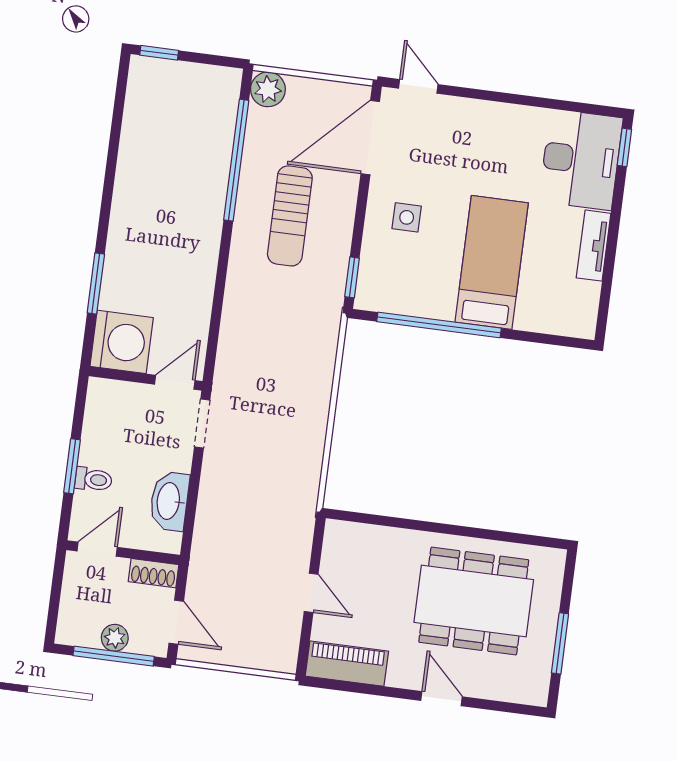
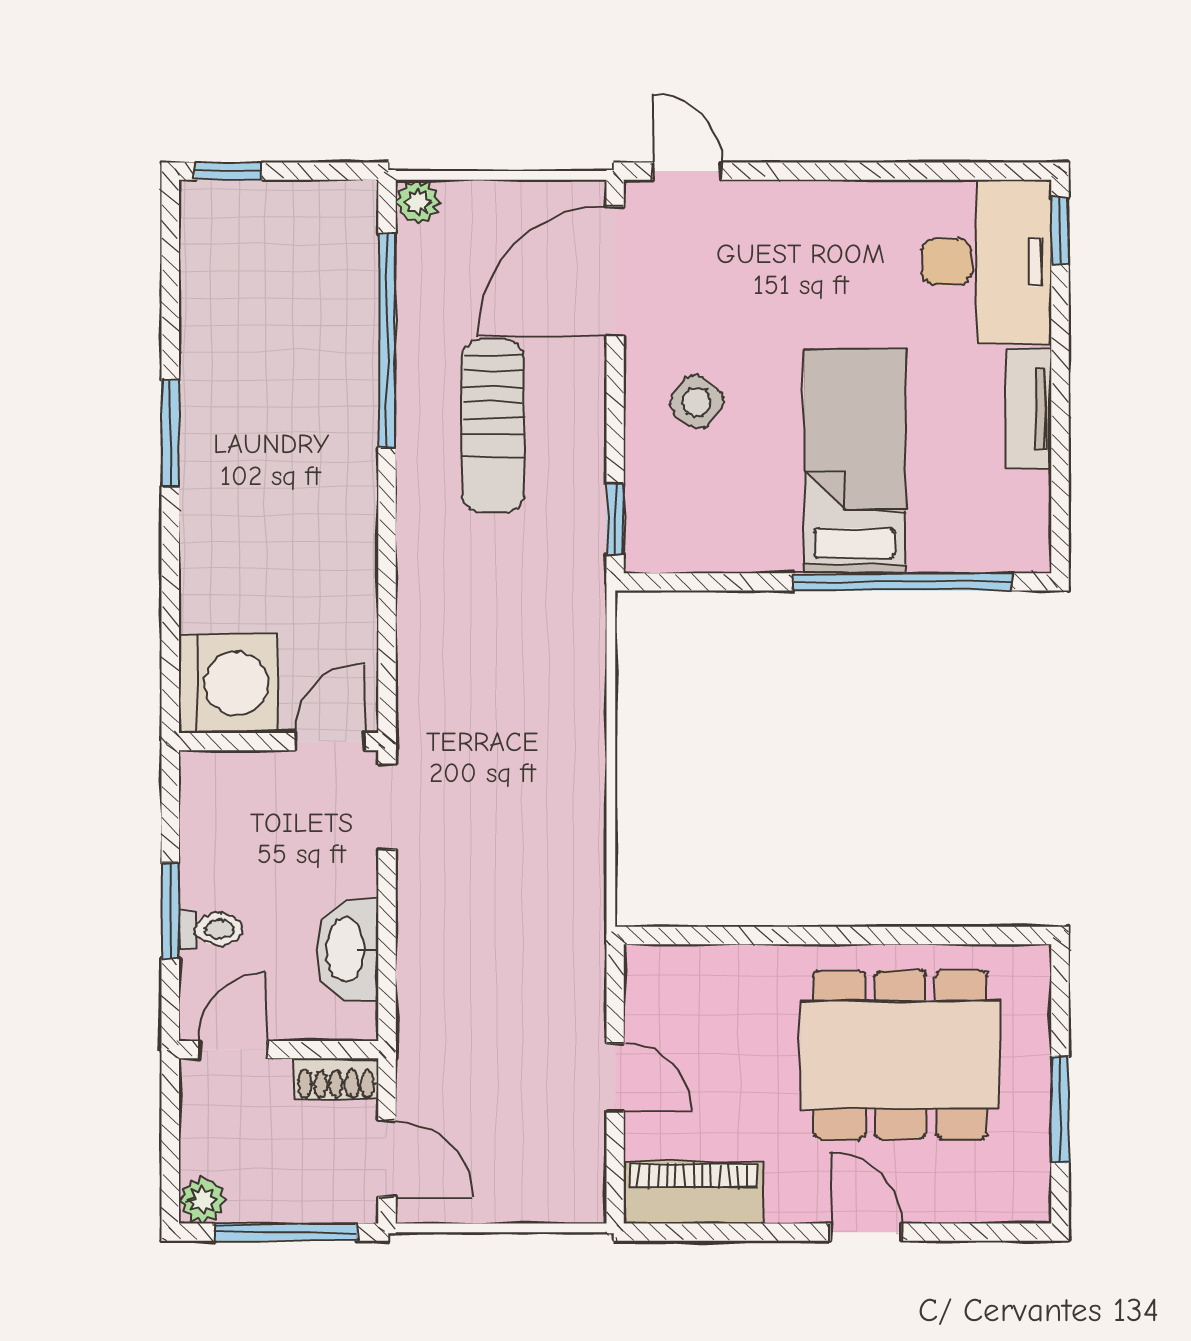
plant: (268, 89) -> (418, 202), width x0.73, depth x0.73
side table: (407, 217) -> (697, 402), turned 37
window: (96, 283) -> (170, 433), moved
window: (439, 325) -> (902, 582), moved
plant: (115, 638) -> (202, 1200), moved

